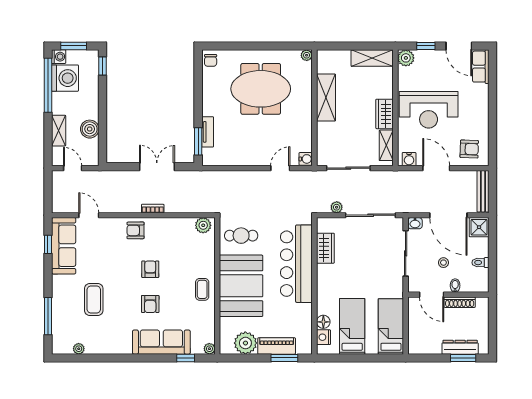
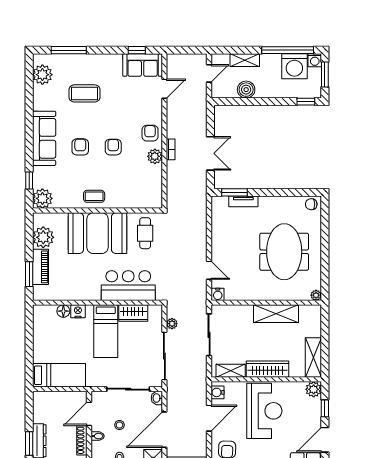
reception desk: (429, 110) -> (264, 411), turned 180
wardrobe: (384, 114) -> (268, 369), width x1.50
plant: (203, 225) -> (155, 156), moved
sofa: (64, 246) -> (143, 65), width x0.73
bar counter: (296, 264) -> (128, 286), width x0.73
armchair: (150, 269) -> (113, 147), turned -90
armchair: (150, 304) -> (80, 147), turned 90
bed: (352, 326) -> (106, 331), moved, turned 90
nightstand: (324, 337) -> (78, 311), moved
sofa: (161, 342) -> (44, 138), moved
plant: (79, 349) -> (42, 75), width x1.87, depth x1.87
plant: (209, 349) -> (42, 198), width x1.87, depth x1.87

